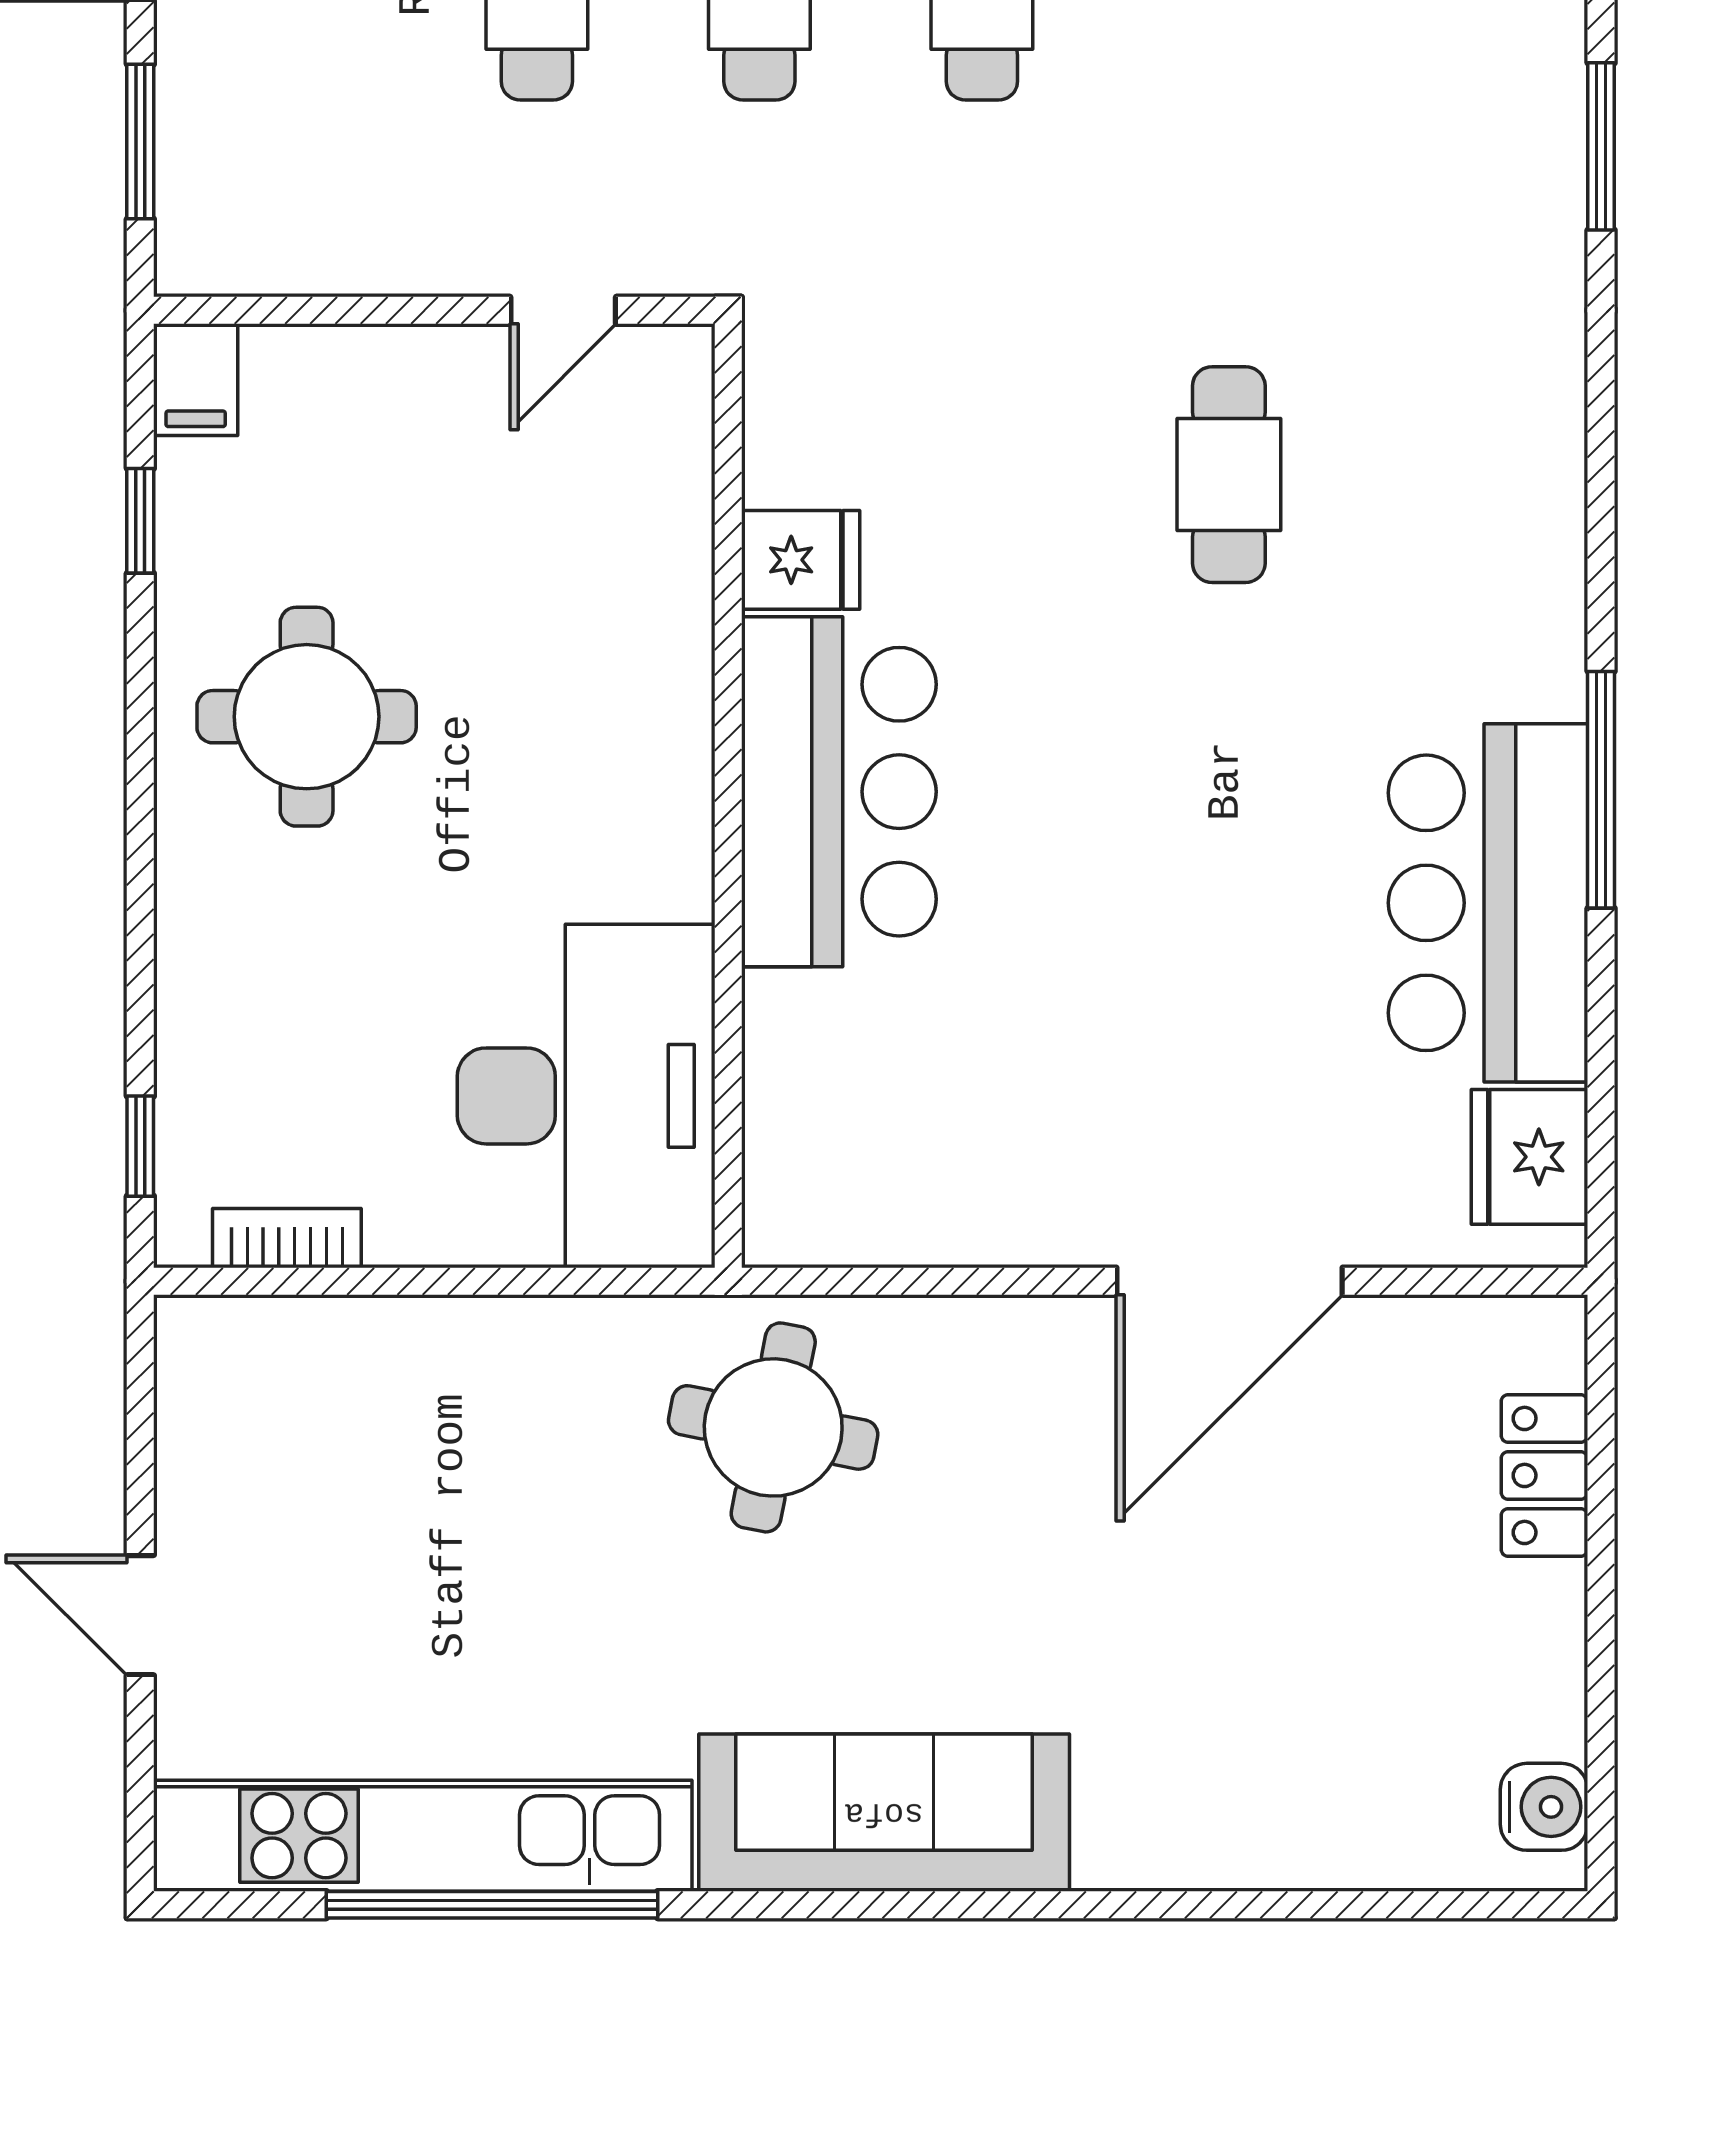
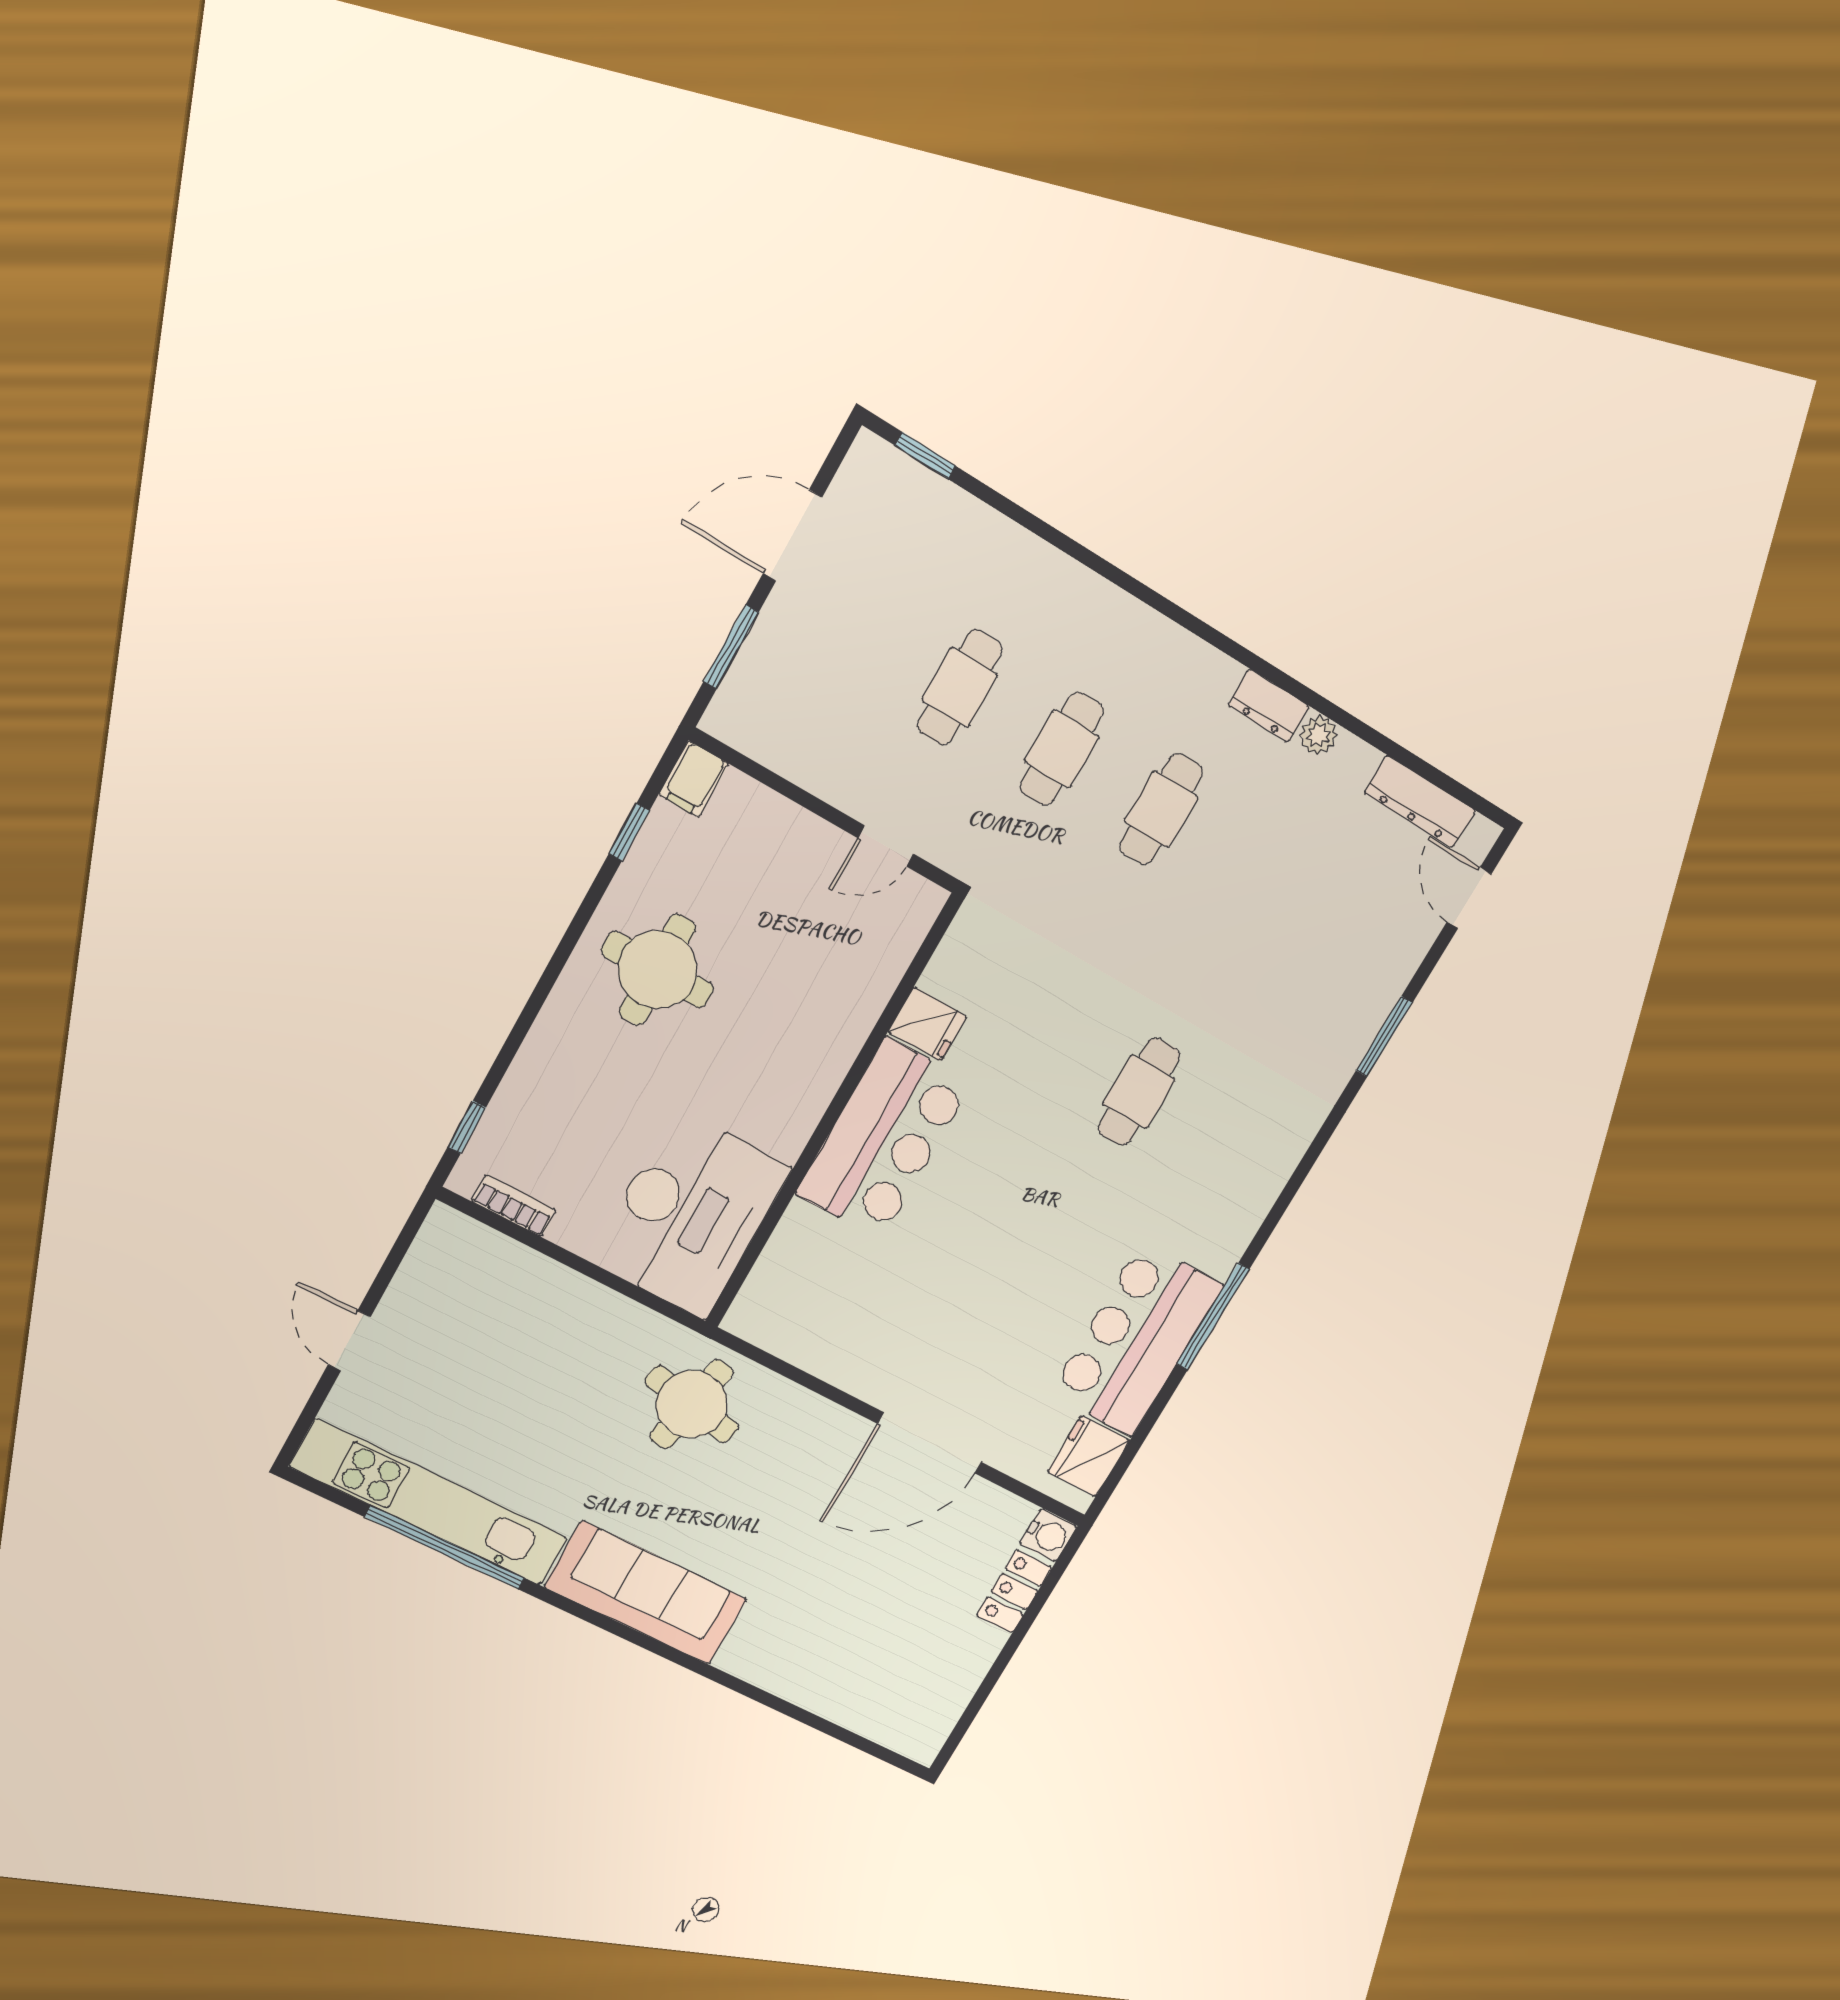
water cooler: (1544, 1807) -> (1048, 1535), moved

